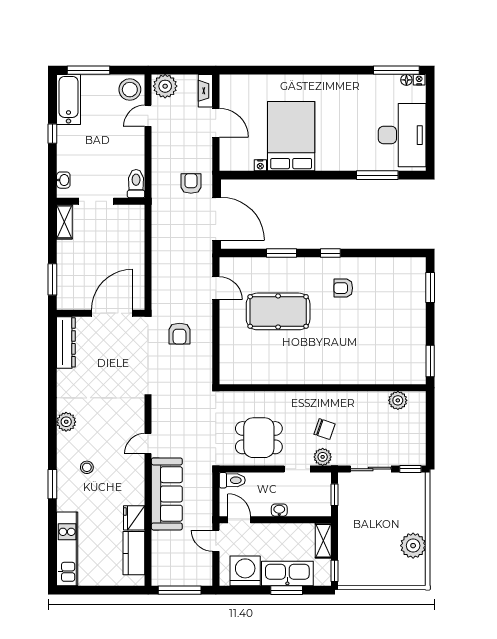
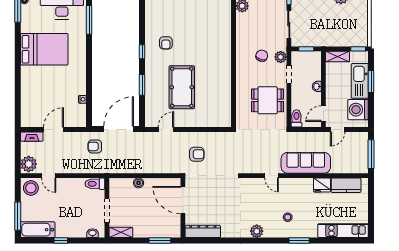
bed: (291, 136) -> (44, 49), moved, turned 180
boiler: (137, 248) -> (139, 183), added
dining table: (259, 438) -> (268, 100), turned 90

